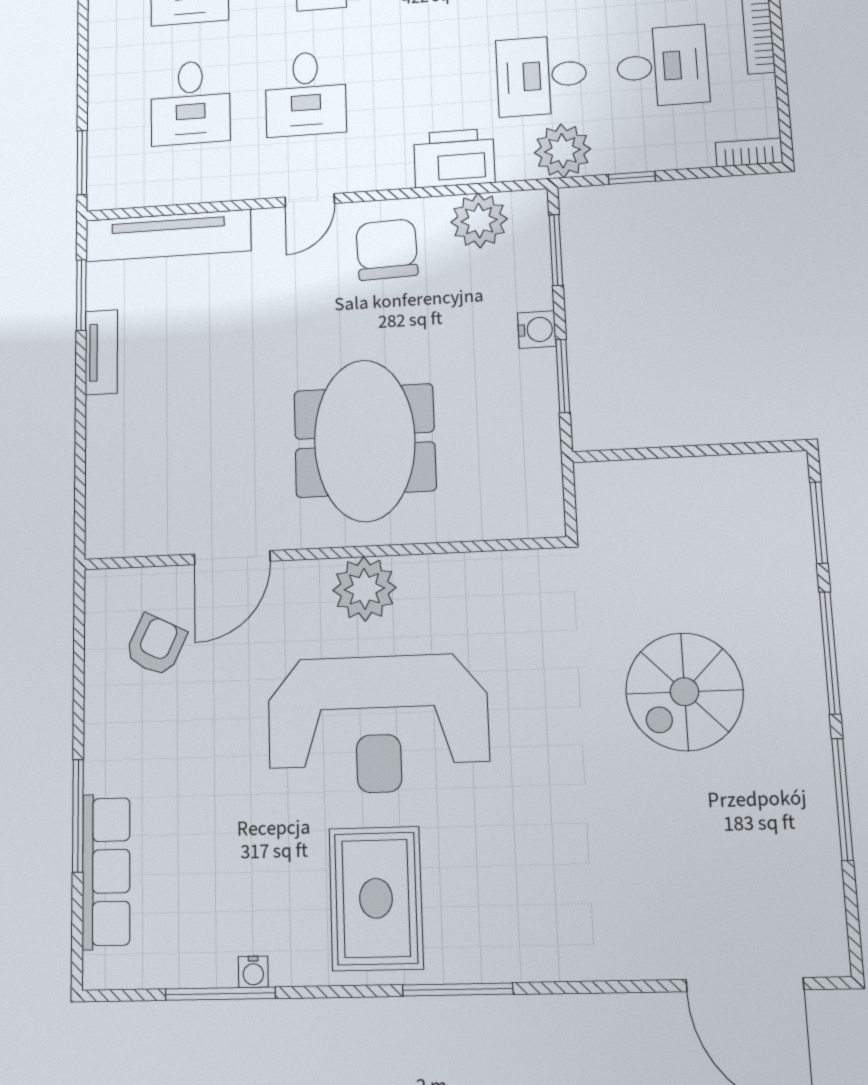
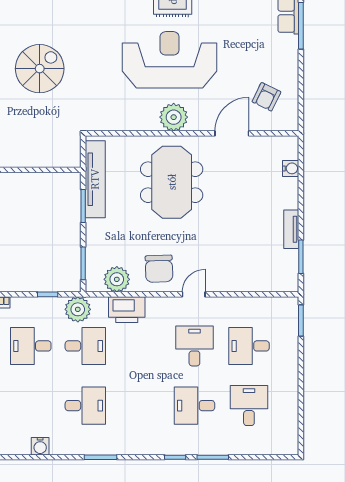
desk: (191, 103) -> (249, 346), turned -90
tv unit: (168, 236) -> (95, 179), moved, turned 90
water cooler: (537, 330) -> (291, 168), moved, turned 180

